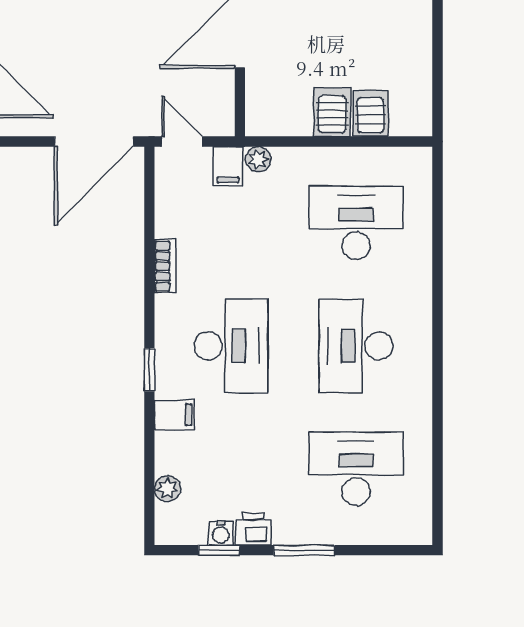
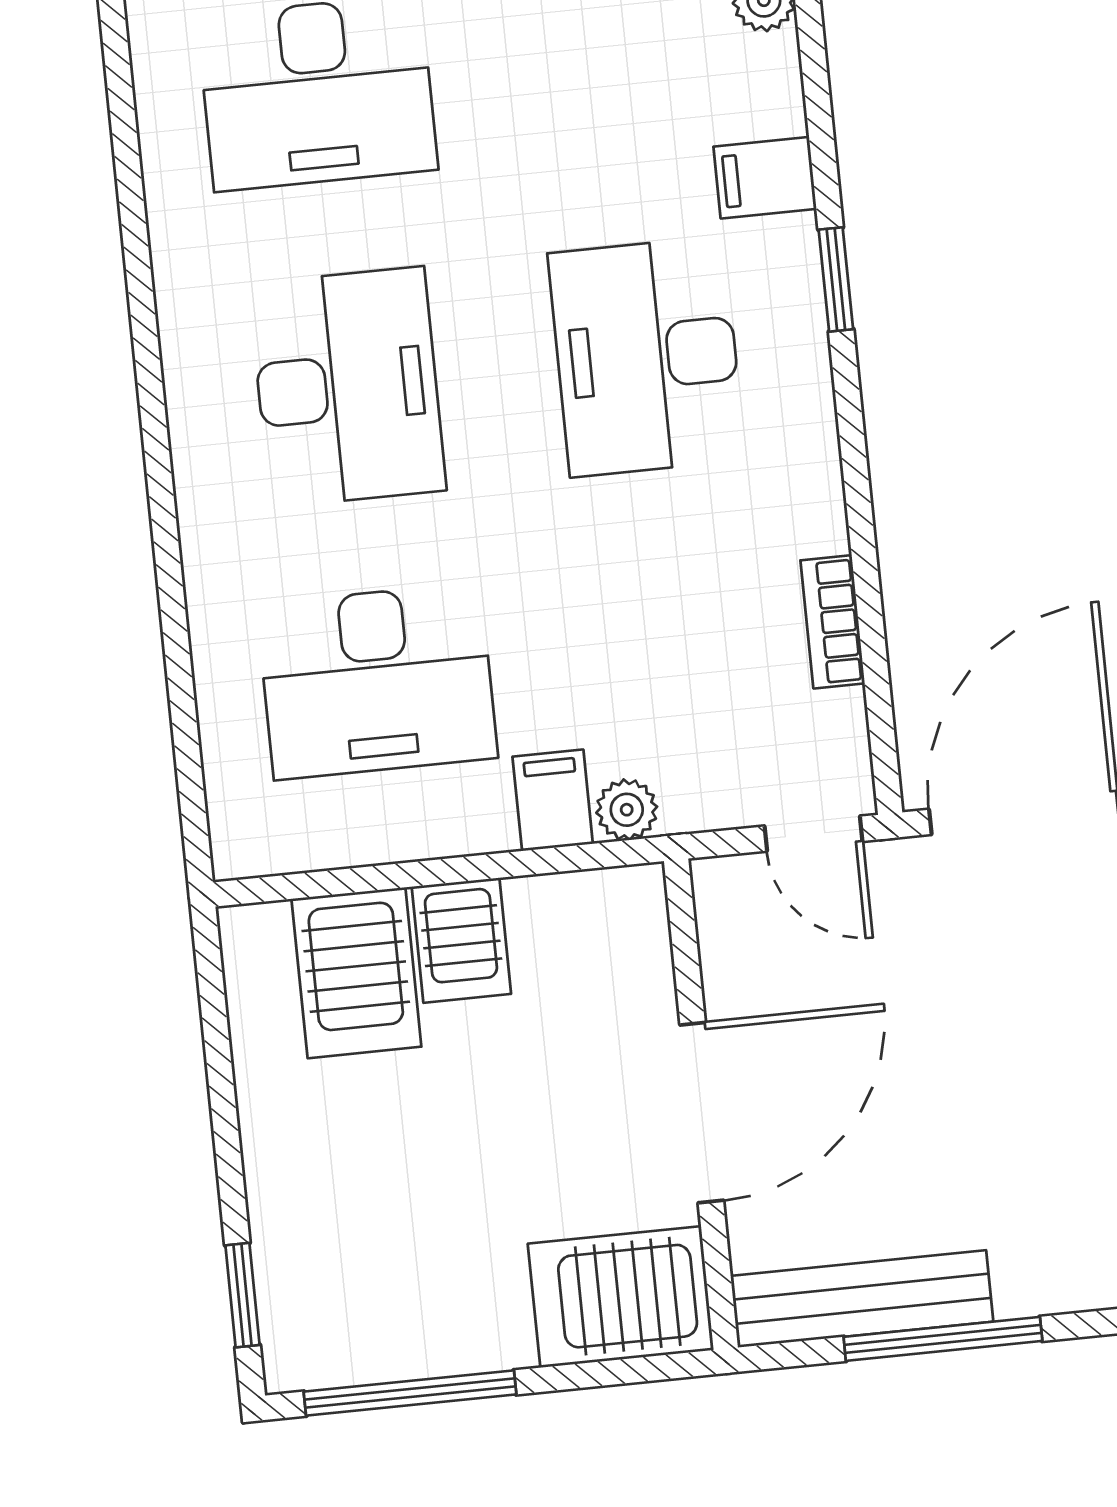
server rack: (371, 113) -> (356, 973), width x1.36, depth x1.44
filing cabinet: (228, 166) -> (553, 800), moved
bookcase: (165, 266) -> (833, 622), moved

